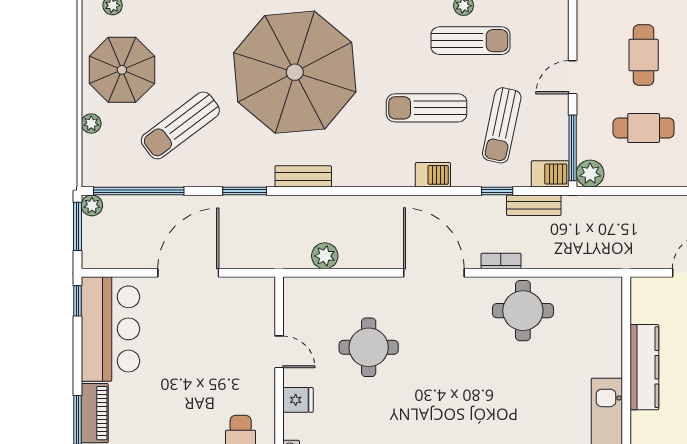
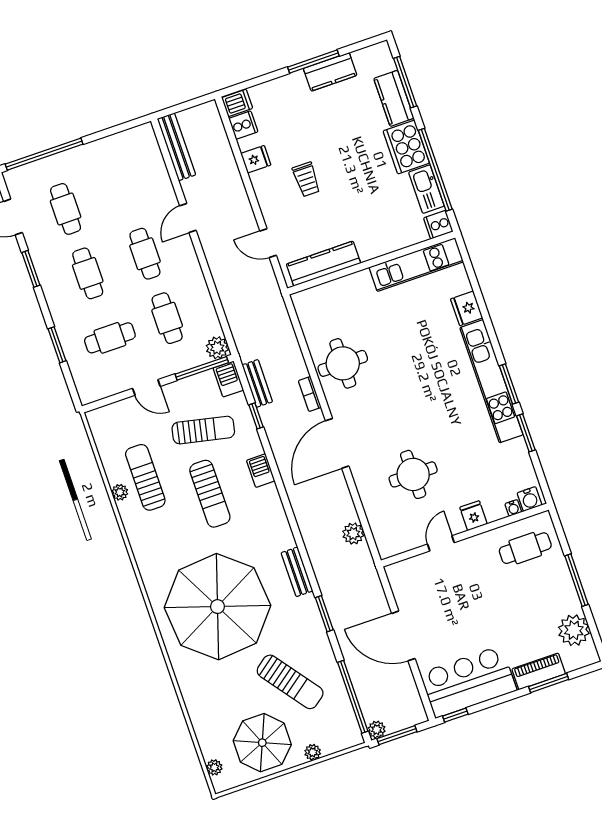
kitchen counter: (644, 367) -> (323, 264), moved

